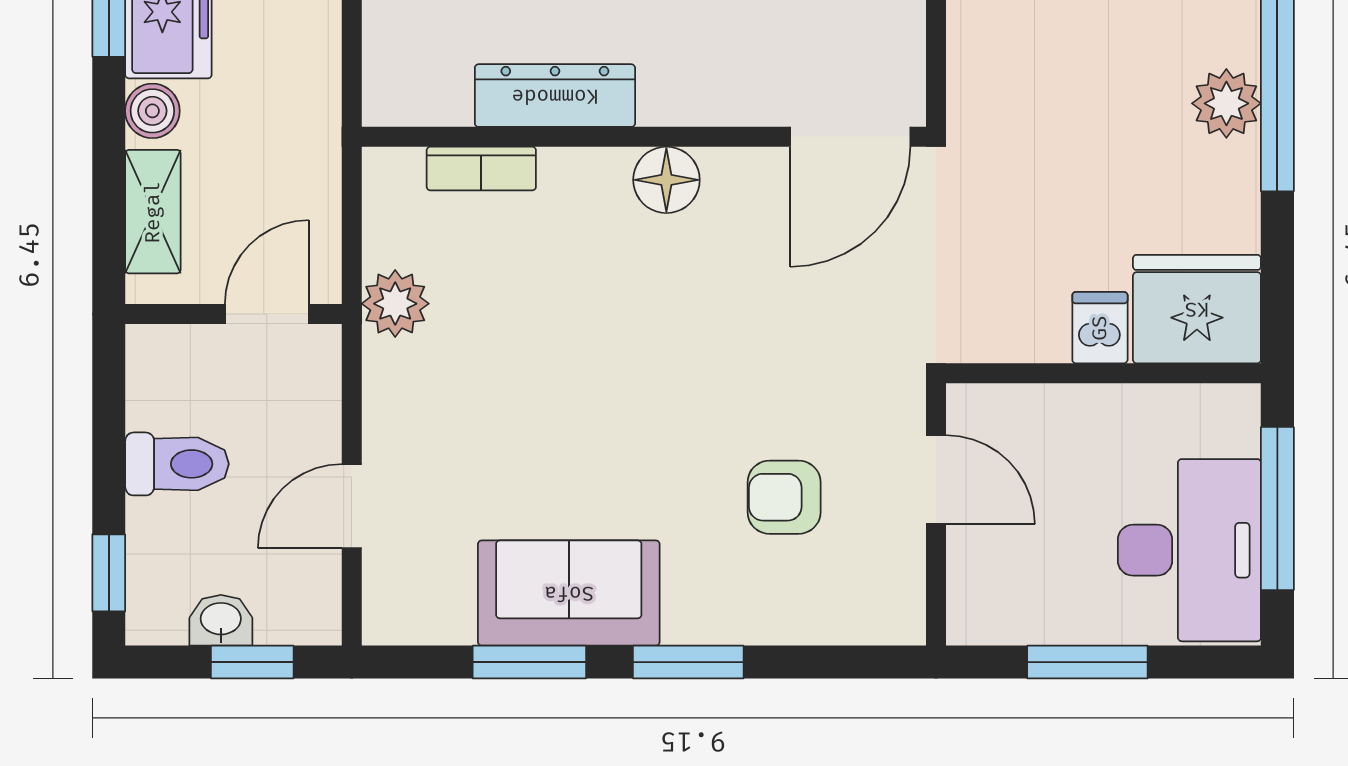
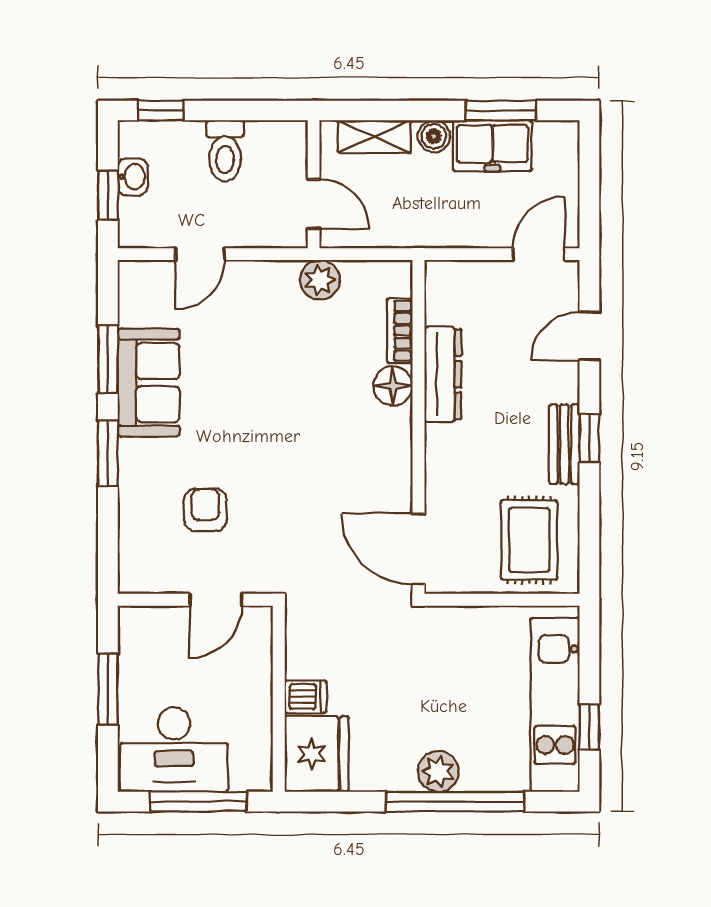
floor lamp: (666, 180) -> (393, 386), moved
door: (352, 506) -> (200, 254), swing flipped

